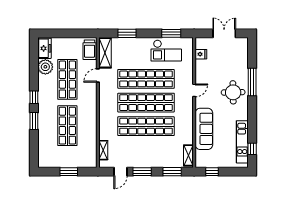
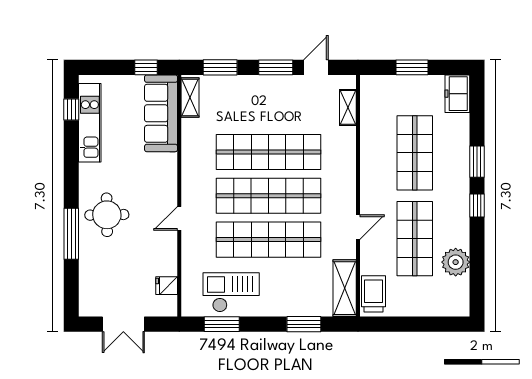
freezer: (44, 48) -> (457, 94), moved
door: (98, 75) -> (358, 227), moved
sofa: (204, 129) -> (161, 113), moved

